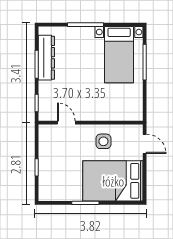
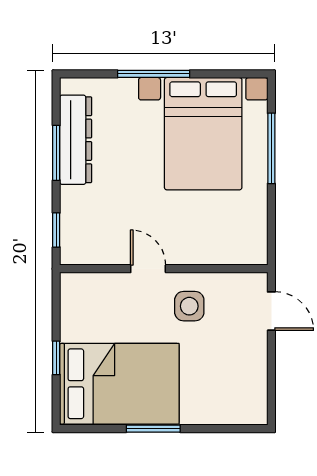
bed with nightstands: (119, 55) -> (203, 134), width x1.36
door: (66, 123) -> (148, 269), moved
bed: (113, 181) -> (119, 384), moved, turned 180

